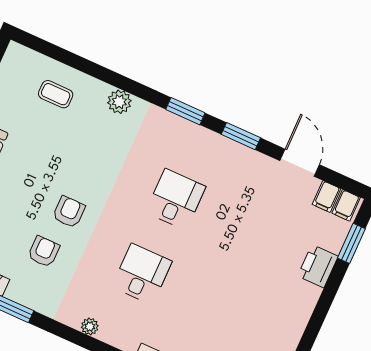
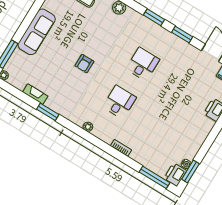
armchair: (69, 212) -> (84, 64), turned 180
armchair: (44, 252) -> (68, 83), removed

